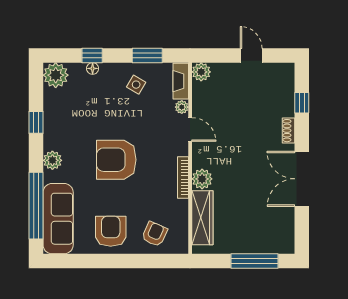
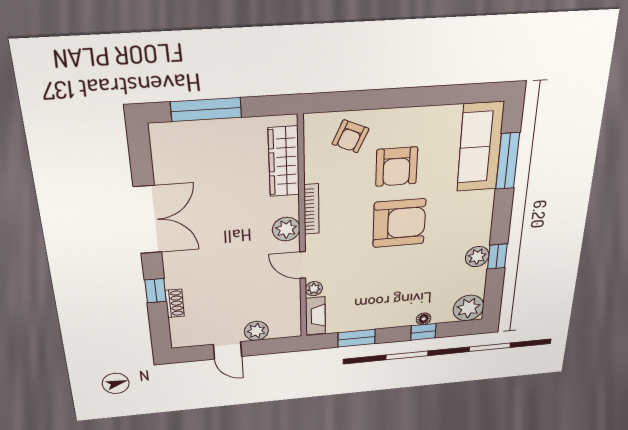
plant: (201, 72) -> (256, 331), moved
side table: (136, 85) -> (371, 307), removed
window: (302, 103) -> (156, 291), moved
shoe rack: (288, 131) -> (175, 303), moved
plant: (52, 160) -> (477, 257), moved
plant: (202, 179) -> (286, 229), moved
window: (36, 206) -> (508, 161), width x0.68
armchair: (111, 231) -> (397, 167), moved

